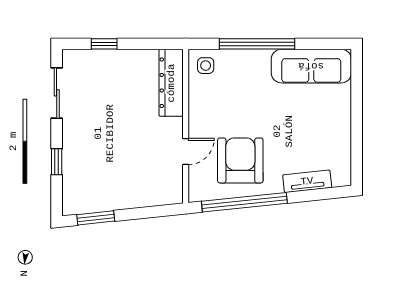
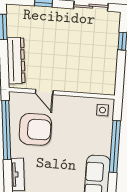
dresser: (171, 83) -> (16, 61), moved, turned 84

